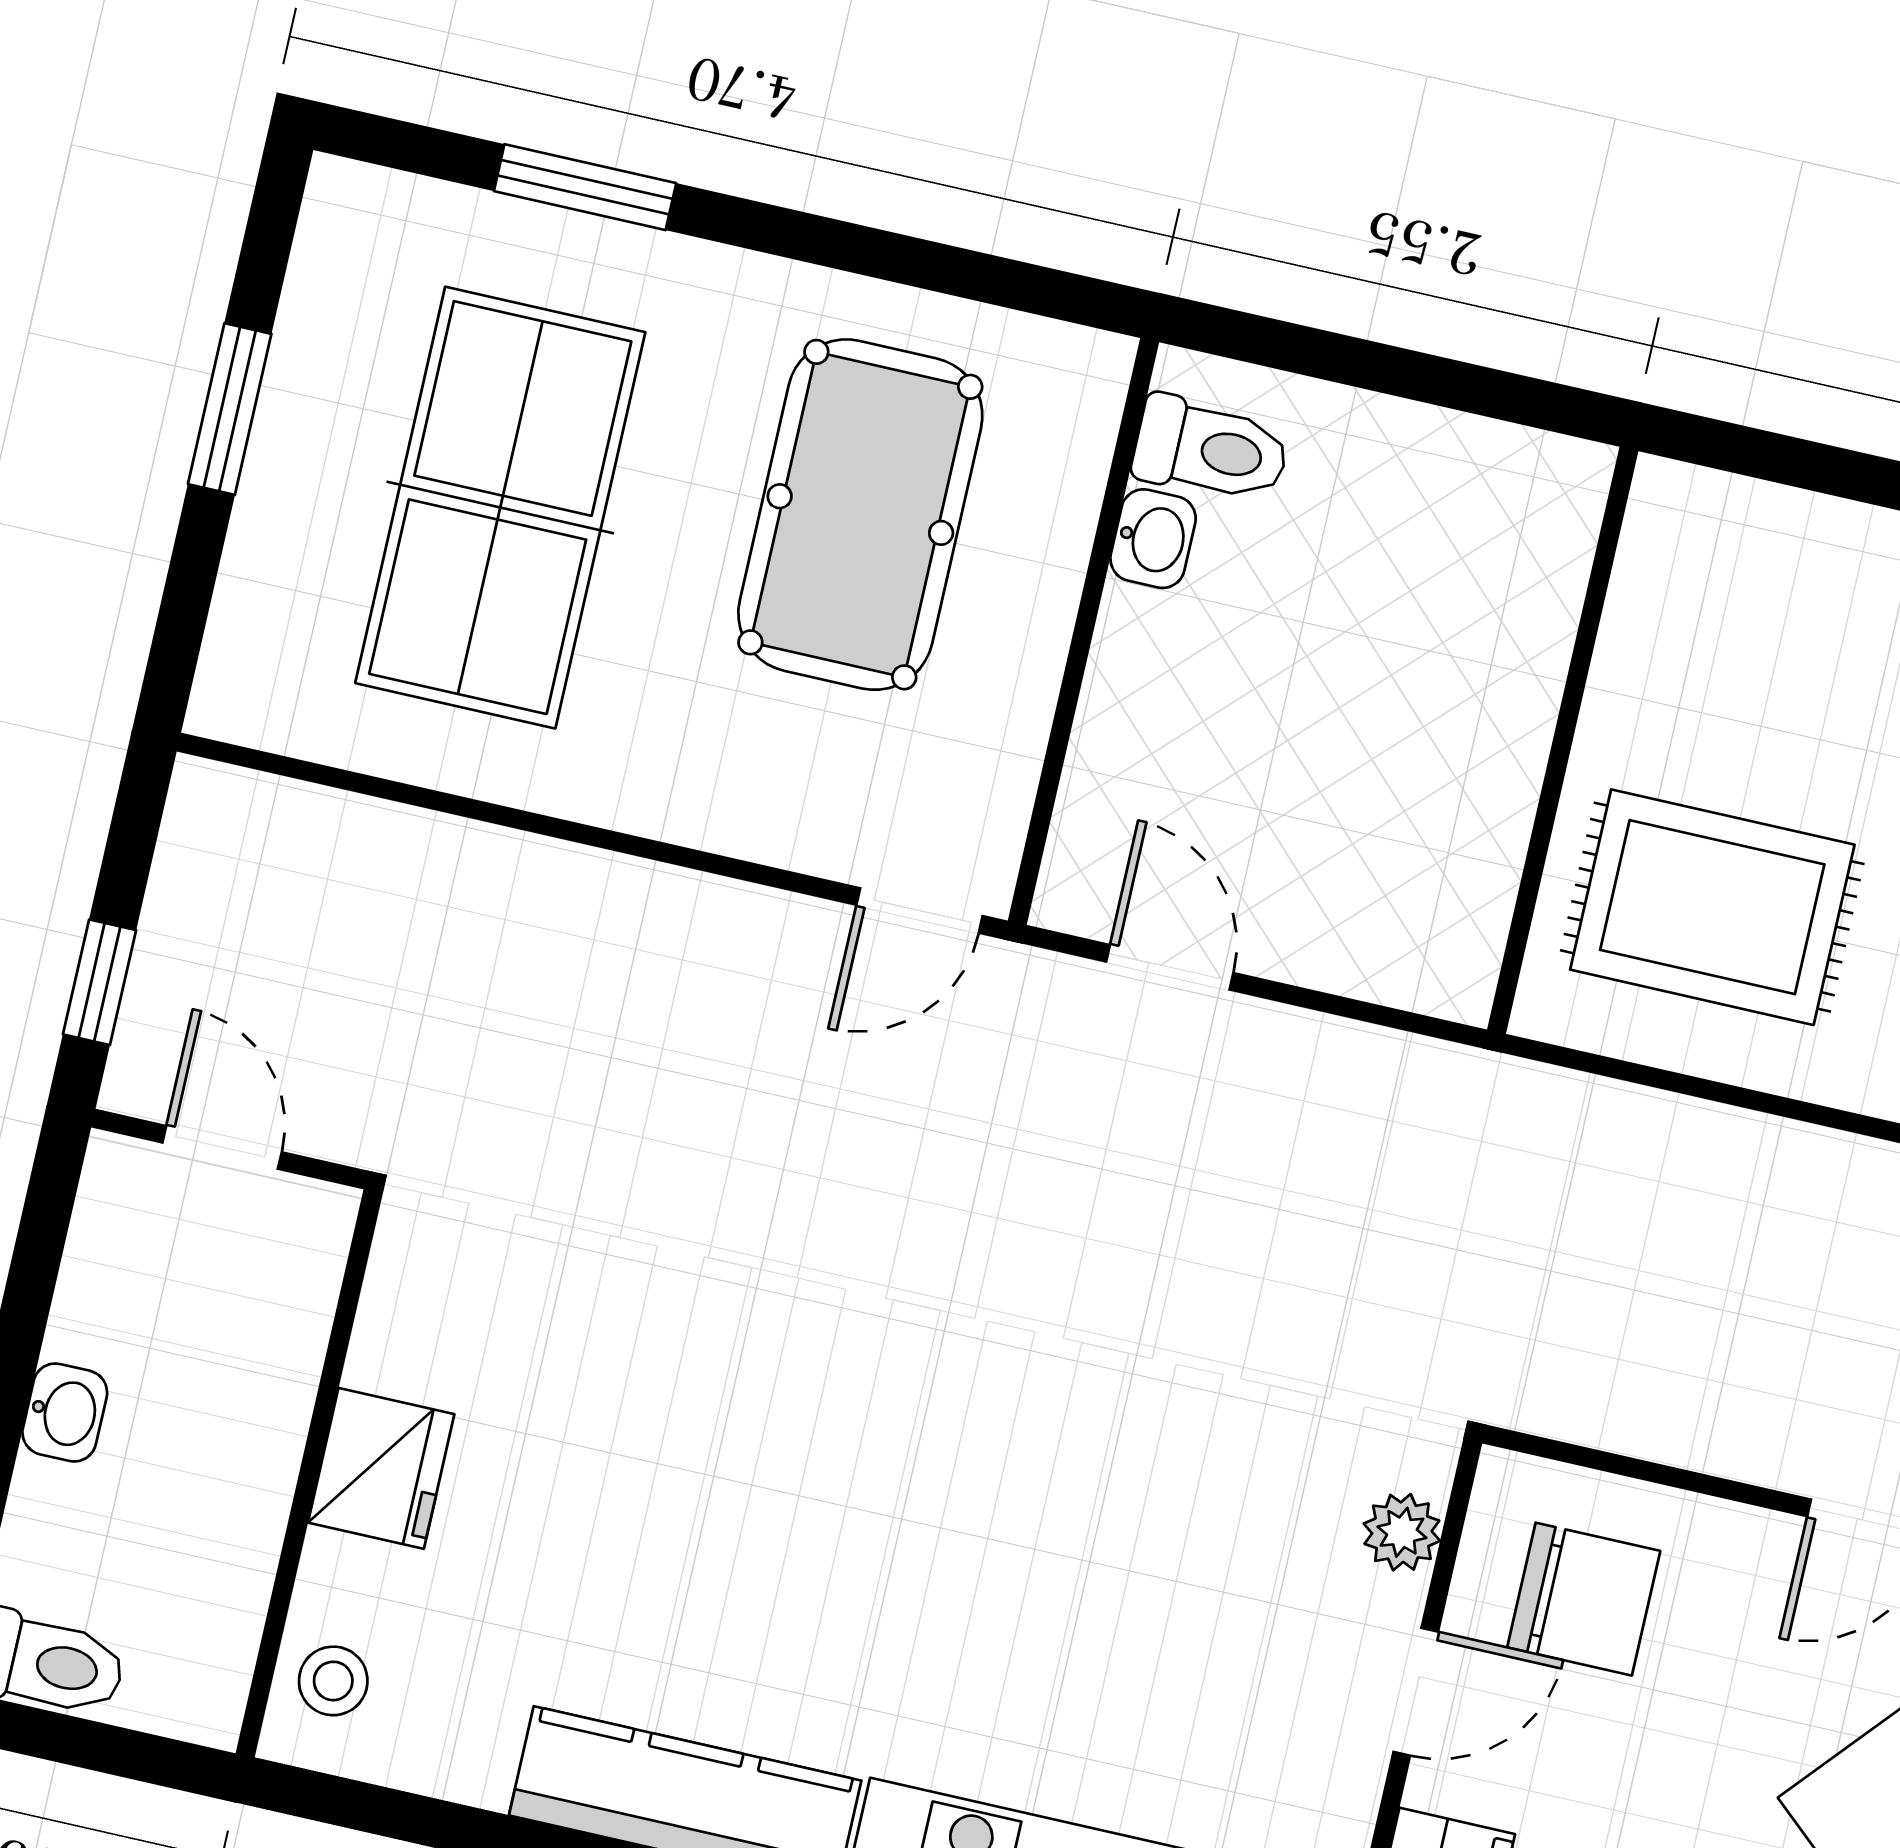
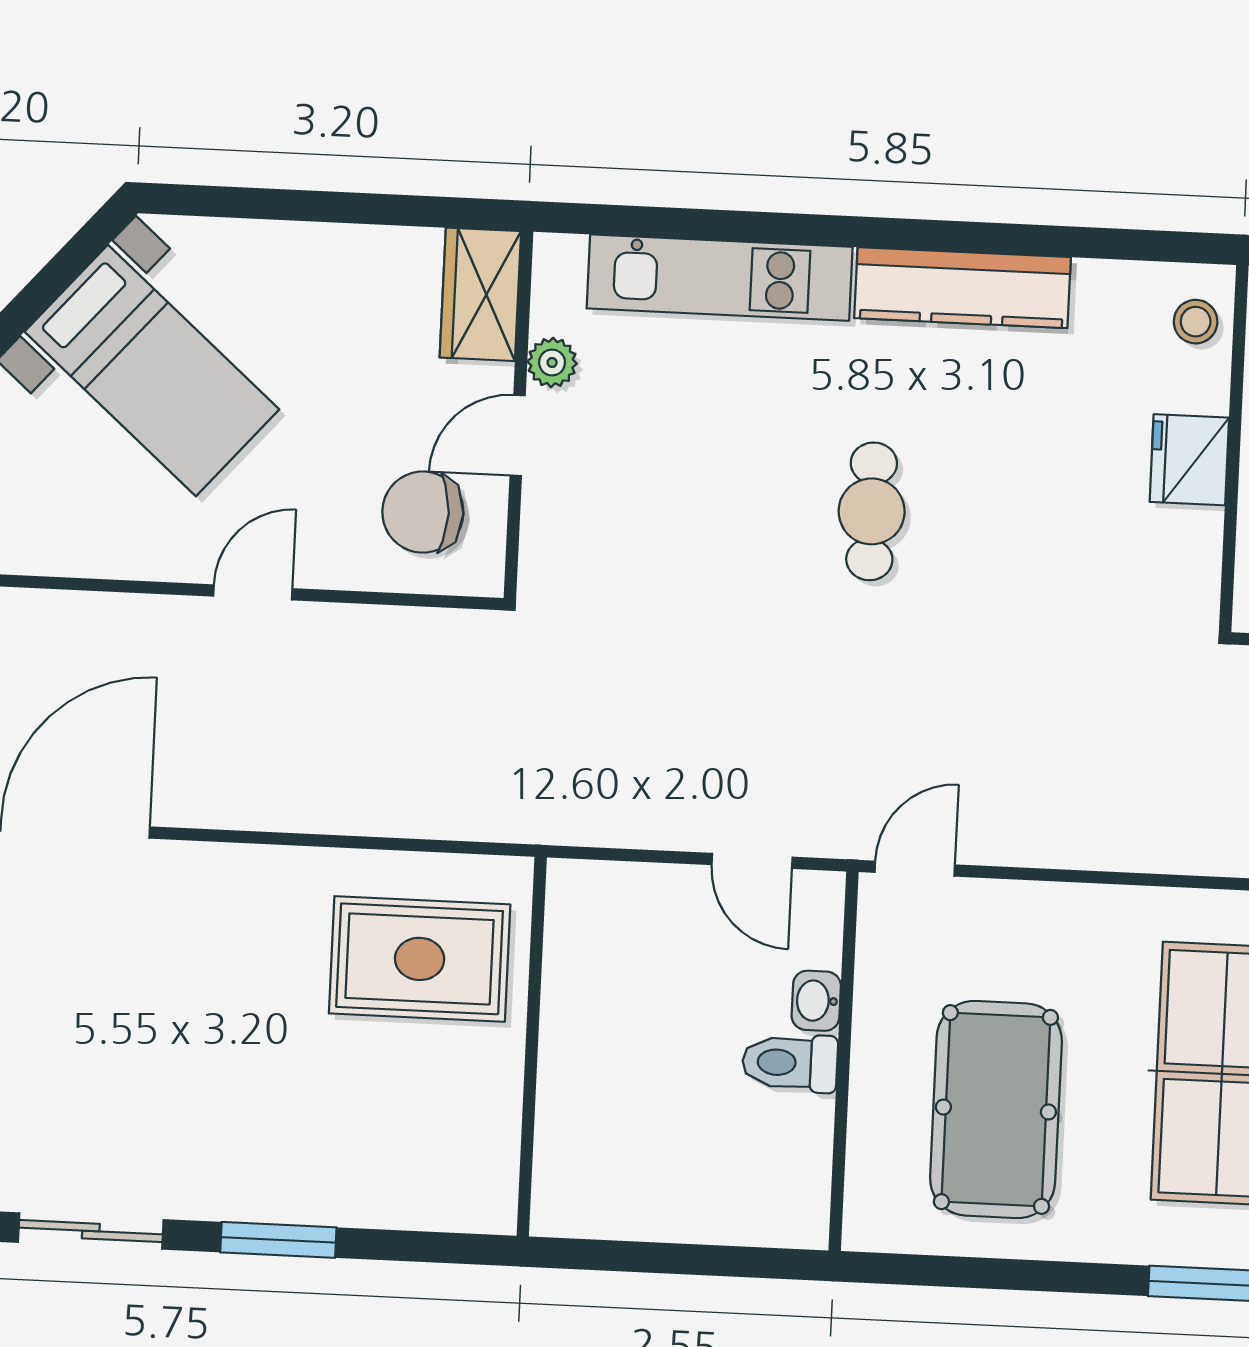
toilet: (1211, 450) -> (790, 1063), moved
washbasin: (1153, 539) -> (816, 1001), moved
cafe table: (888, 1476) -> (872, 511), added
plant: (1402, 1532) -> (552, 363), moved

